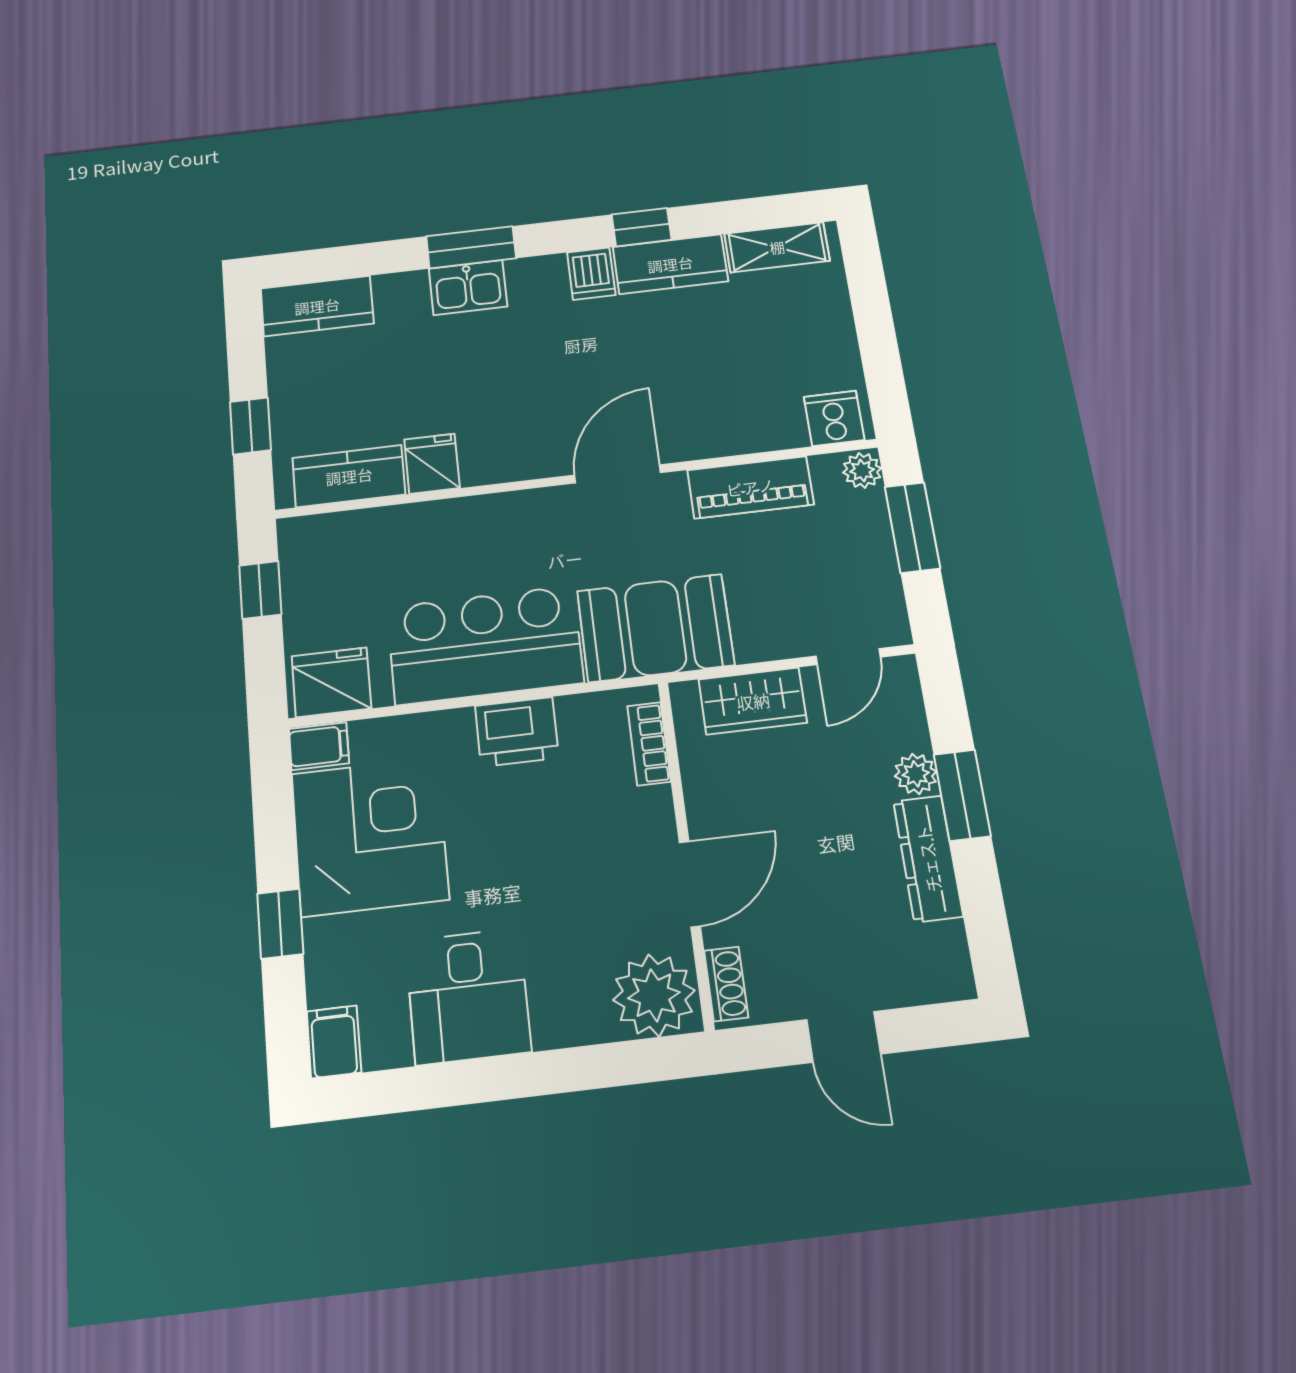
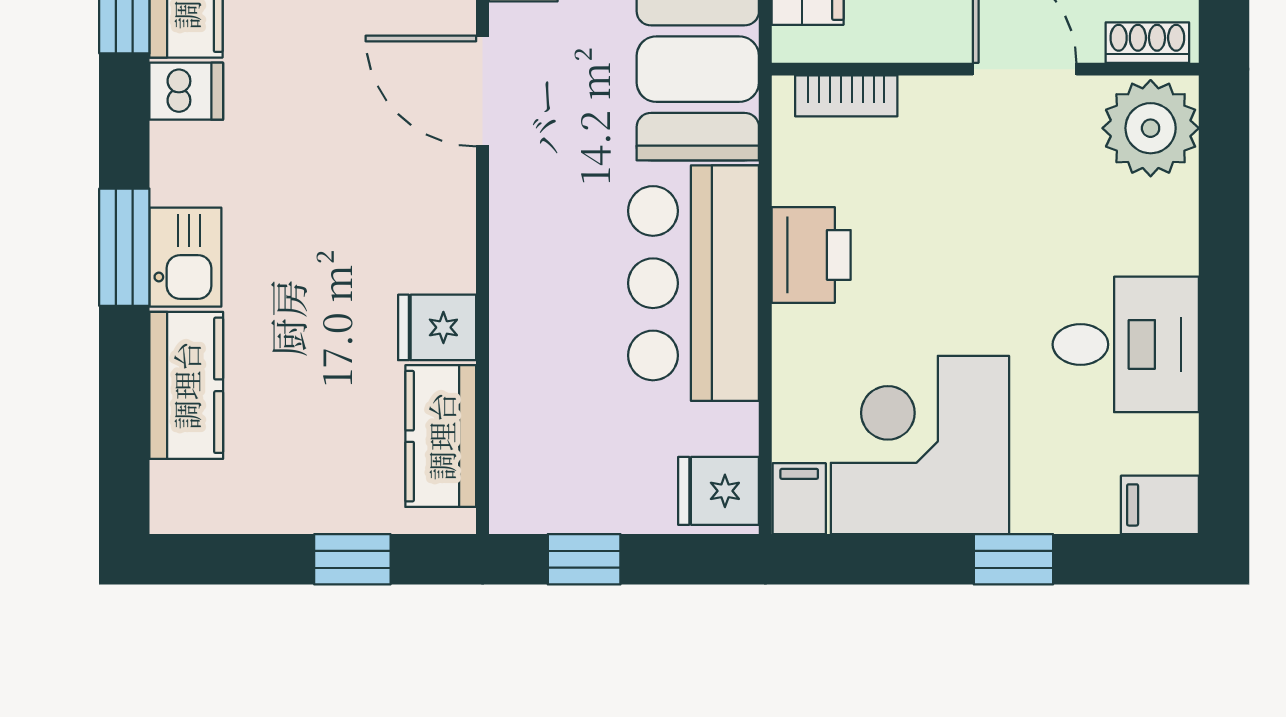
kitchen counter: (317, 306) -> (186, 385), moved
fridge: (331, 682) -> (718, 491), width x0.72

